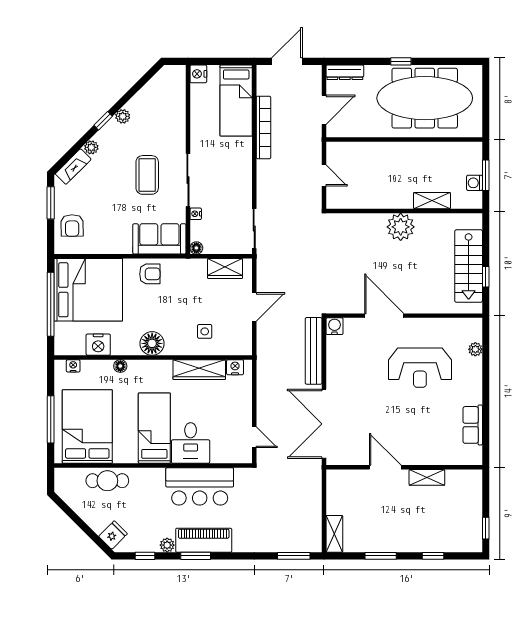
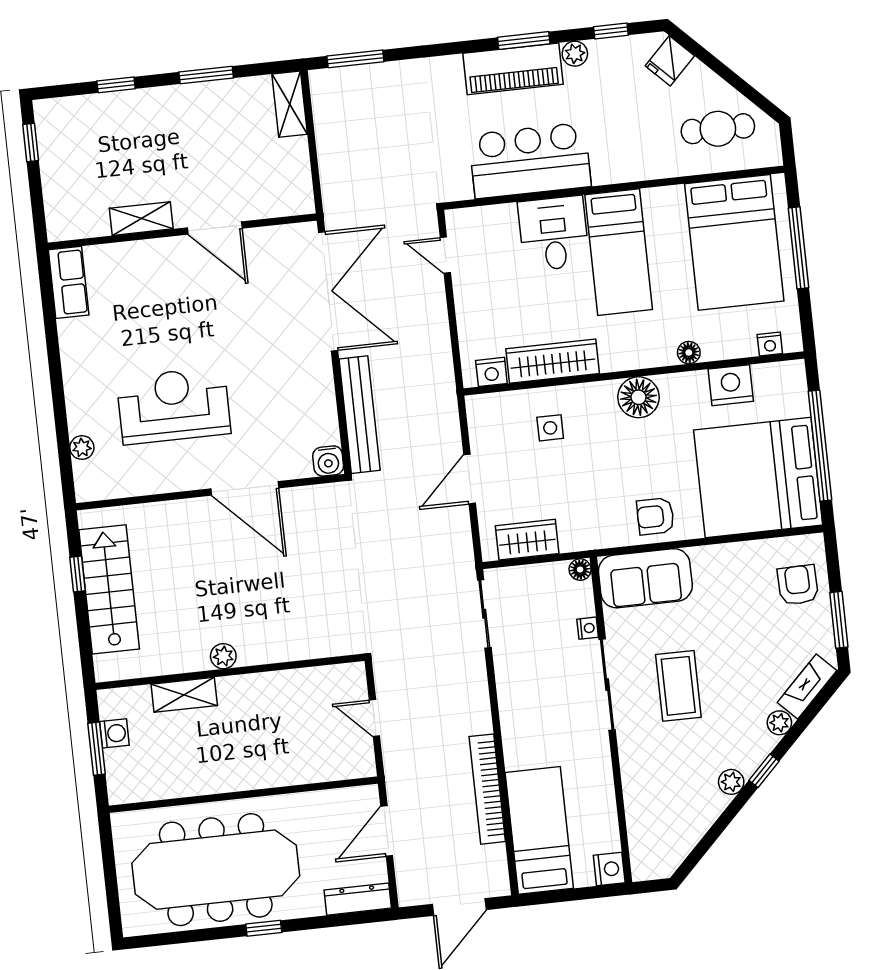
plant: (401, 227) -> (223, 656), width x0.53, depth x0.53
row of seats: (473, 425) -> (69, 282), moved
cafe table: (107, 481) -> (718, 129), moved

